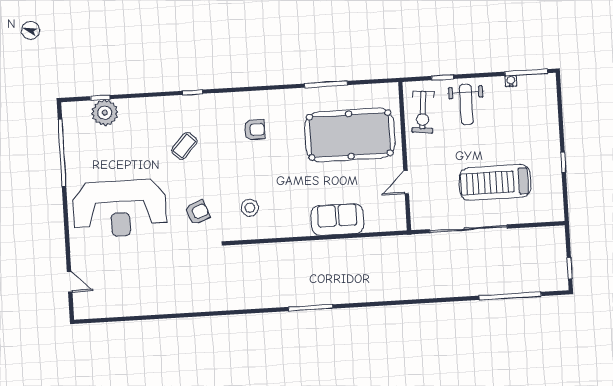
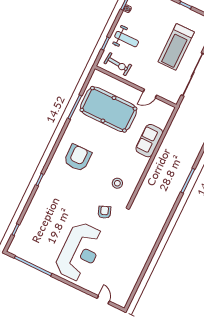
plant: (105, 113) -> (25, 232), removed
armchair: (254, 130) -> (78, 158), width x1.88, depth x1.88
pool table: (350, 135) -> (108, 109), turned 90
coffee table: (184, 146) -> (66, 199), removed
door: (406, 182) -> (150, 94), hinge flipped
door: (70, 282) -> (103, 300), hinge flipped

